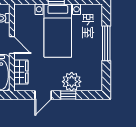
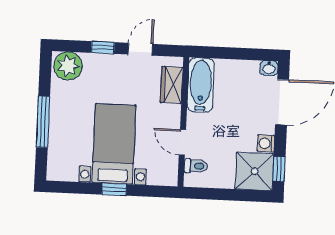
door: (12, 45) -> (182, 142), moved
plant: (72, 82) -> (68, 66), moved

